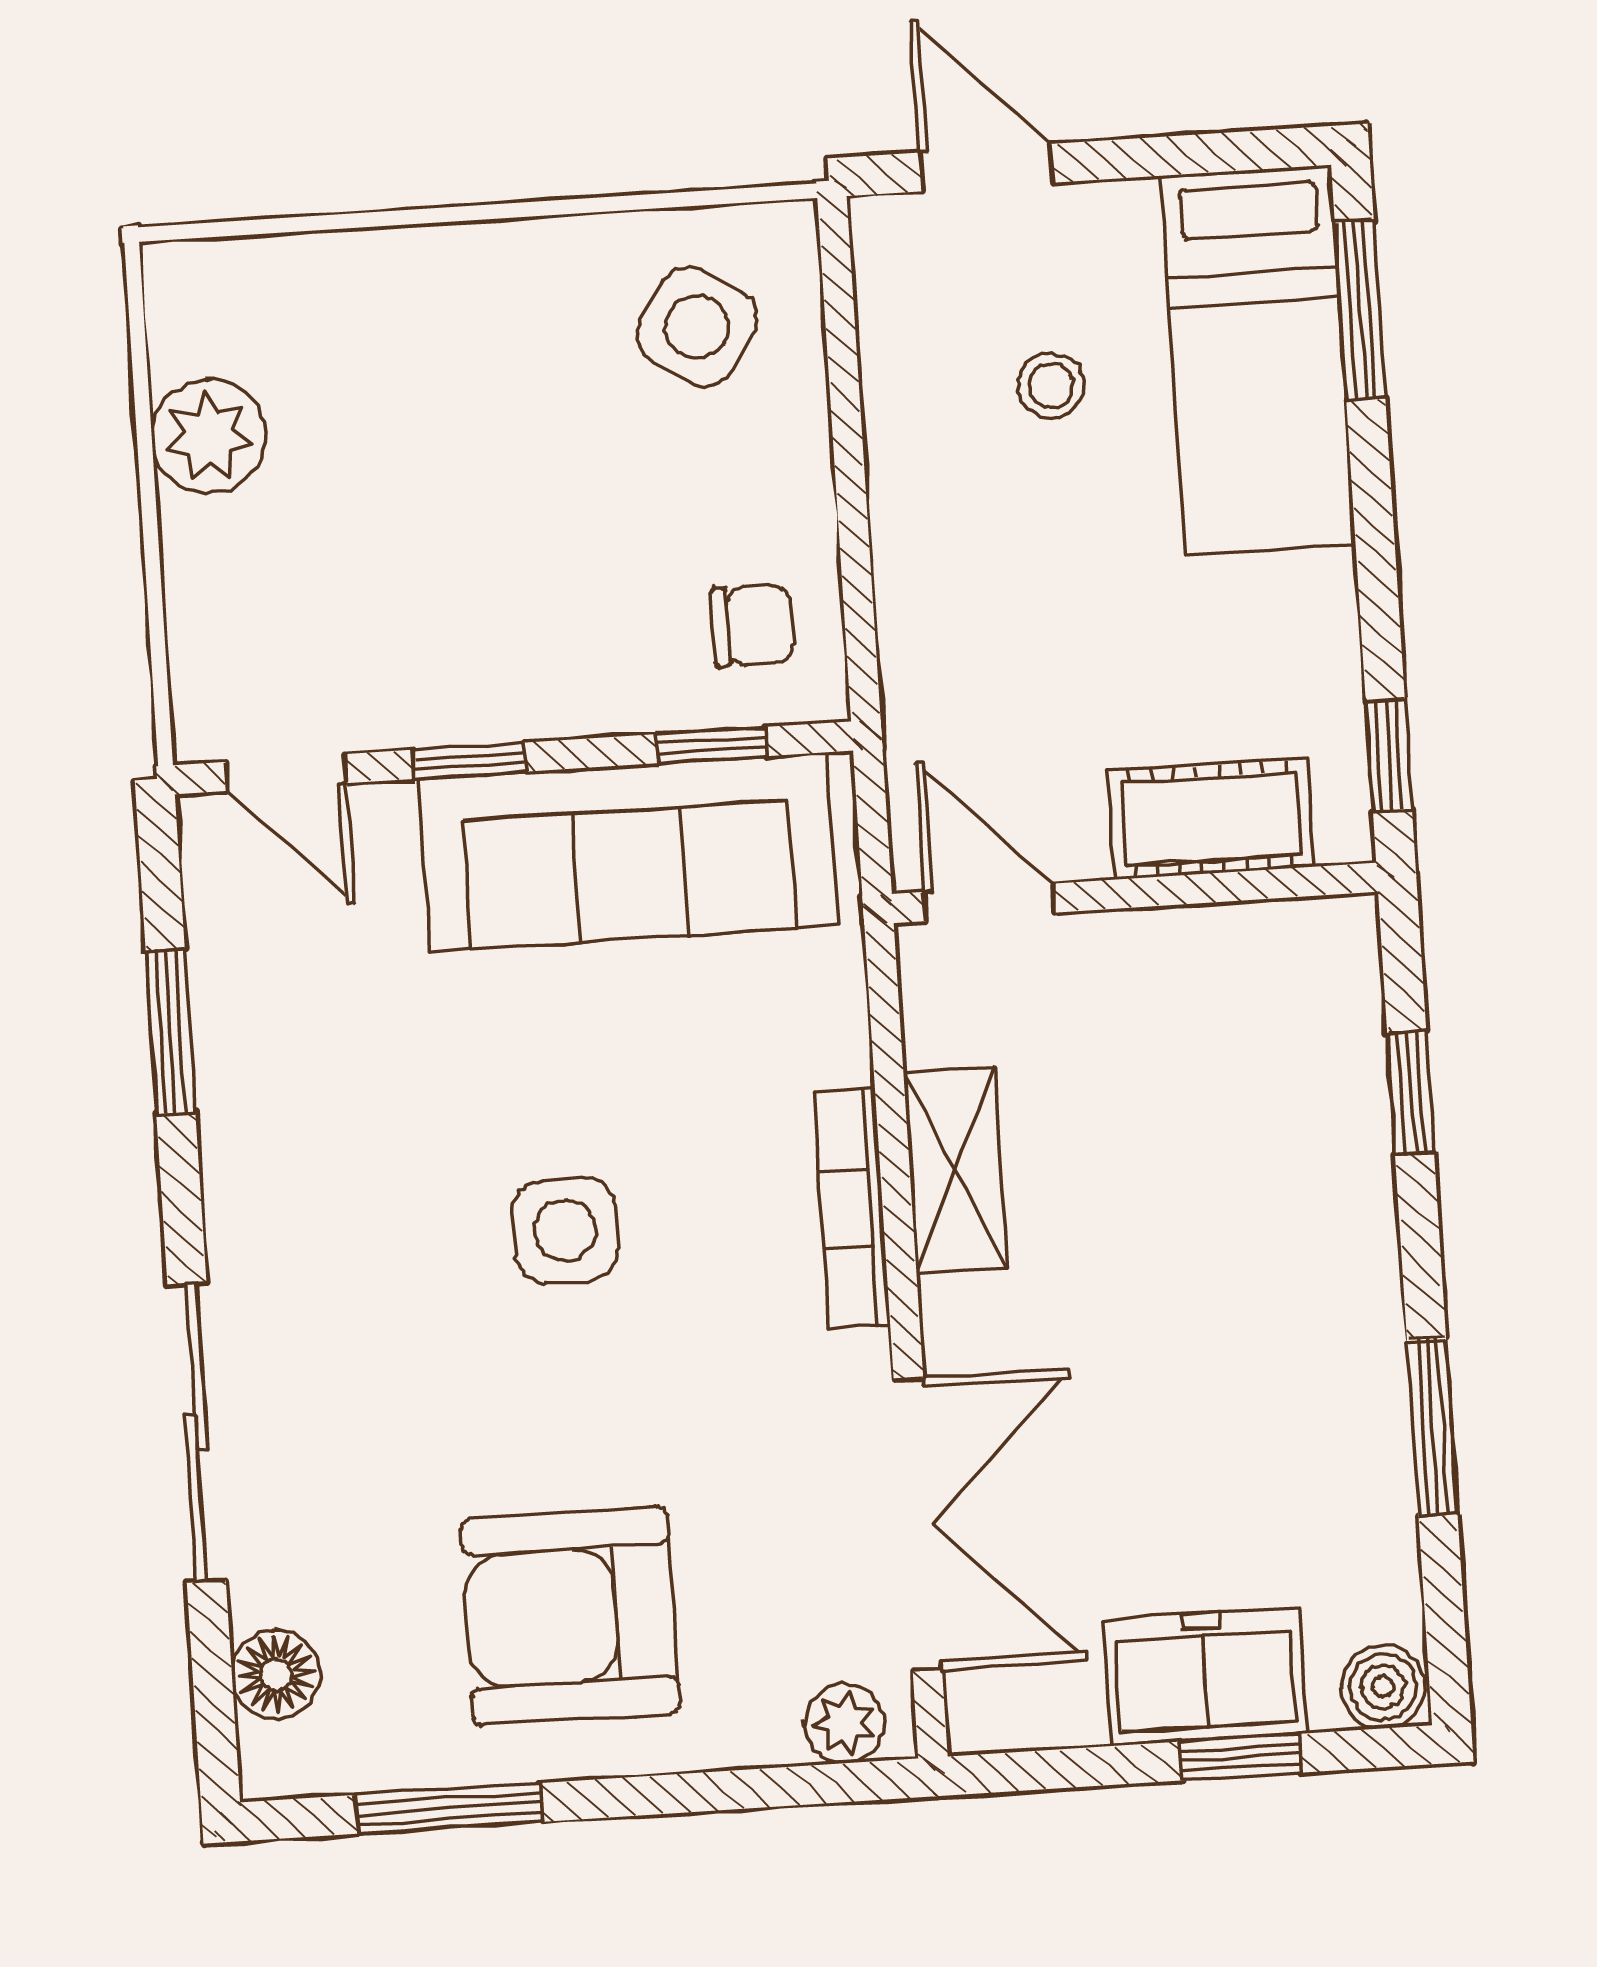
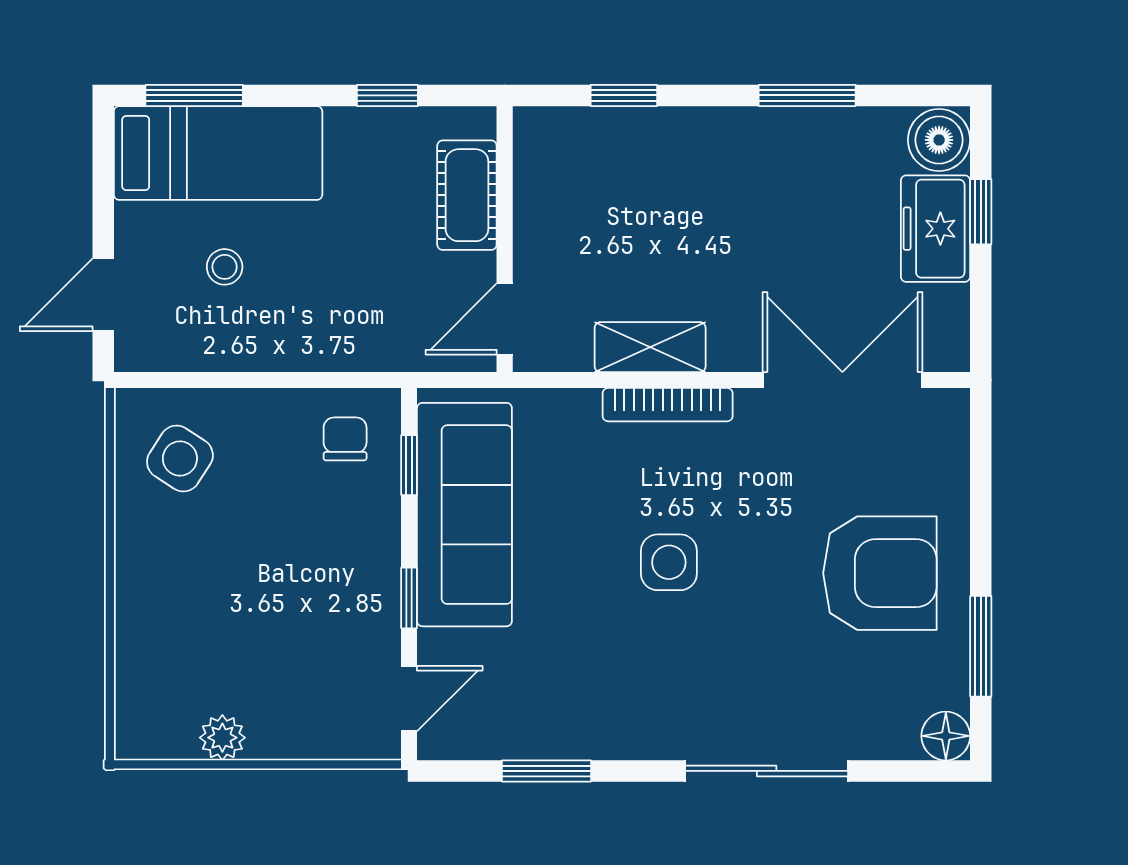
plant: (209, 436) -> (222, 738), width x0.73, depth x0.73
window: (1389, 755) -> (387, 95), moved
armchair: (570, 1616) -> (880, 573), turned -90
floor lamp: (276, 1674) -> (946, 736), moved
boiler: (1383, 1687) -> (939, 140), width x1.36, depth x1.36
plant: (844, 1724) -> (948, 427), removed

